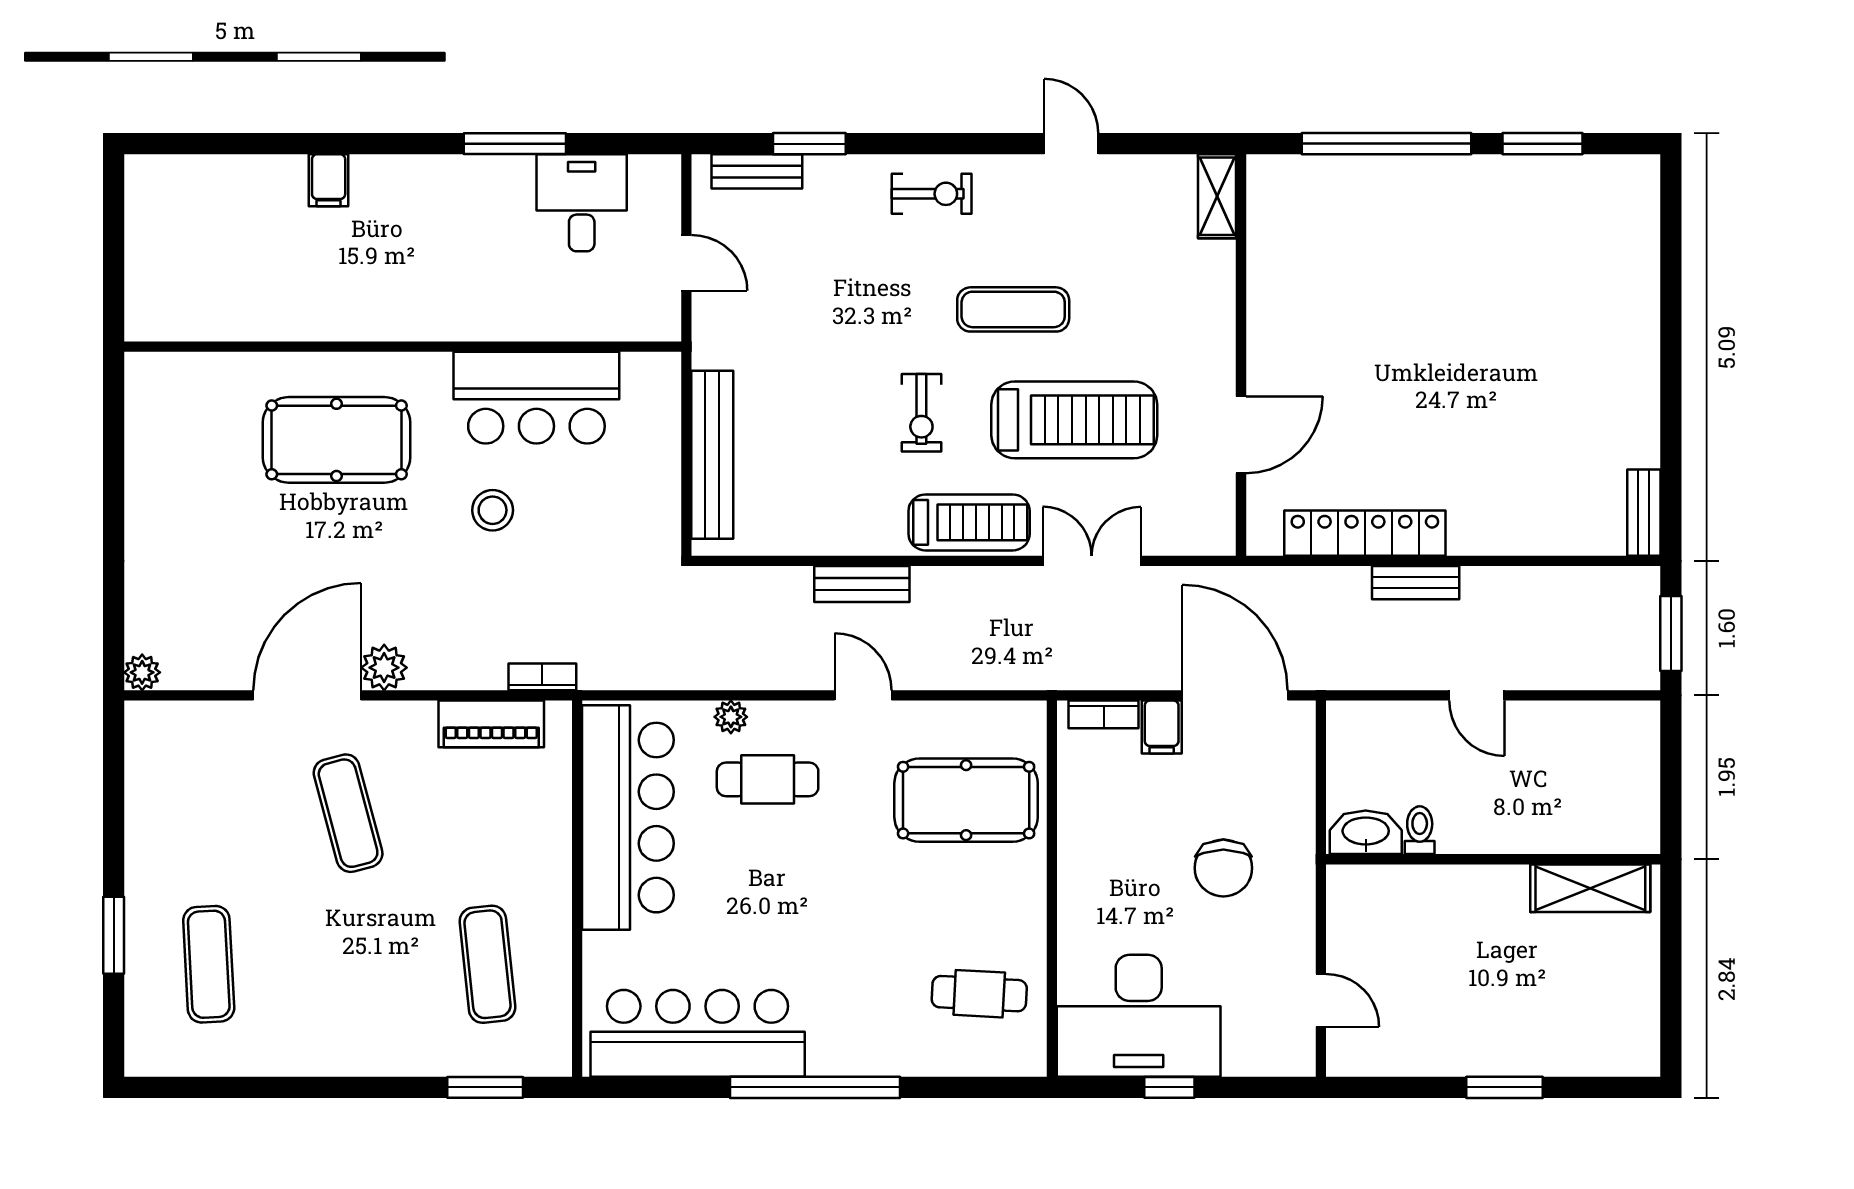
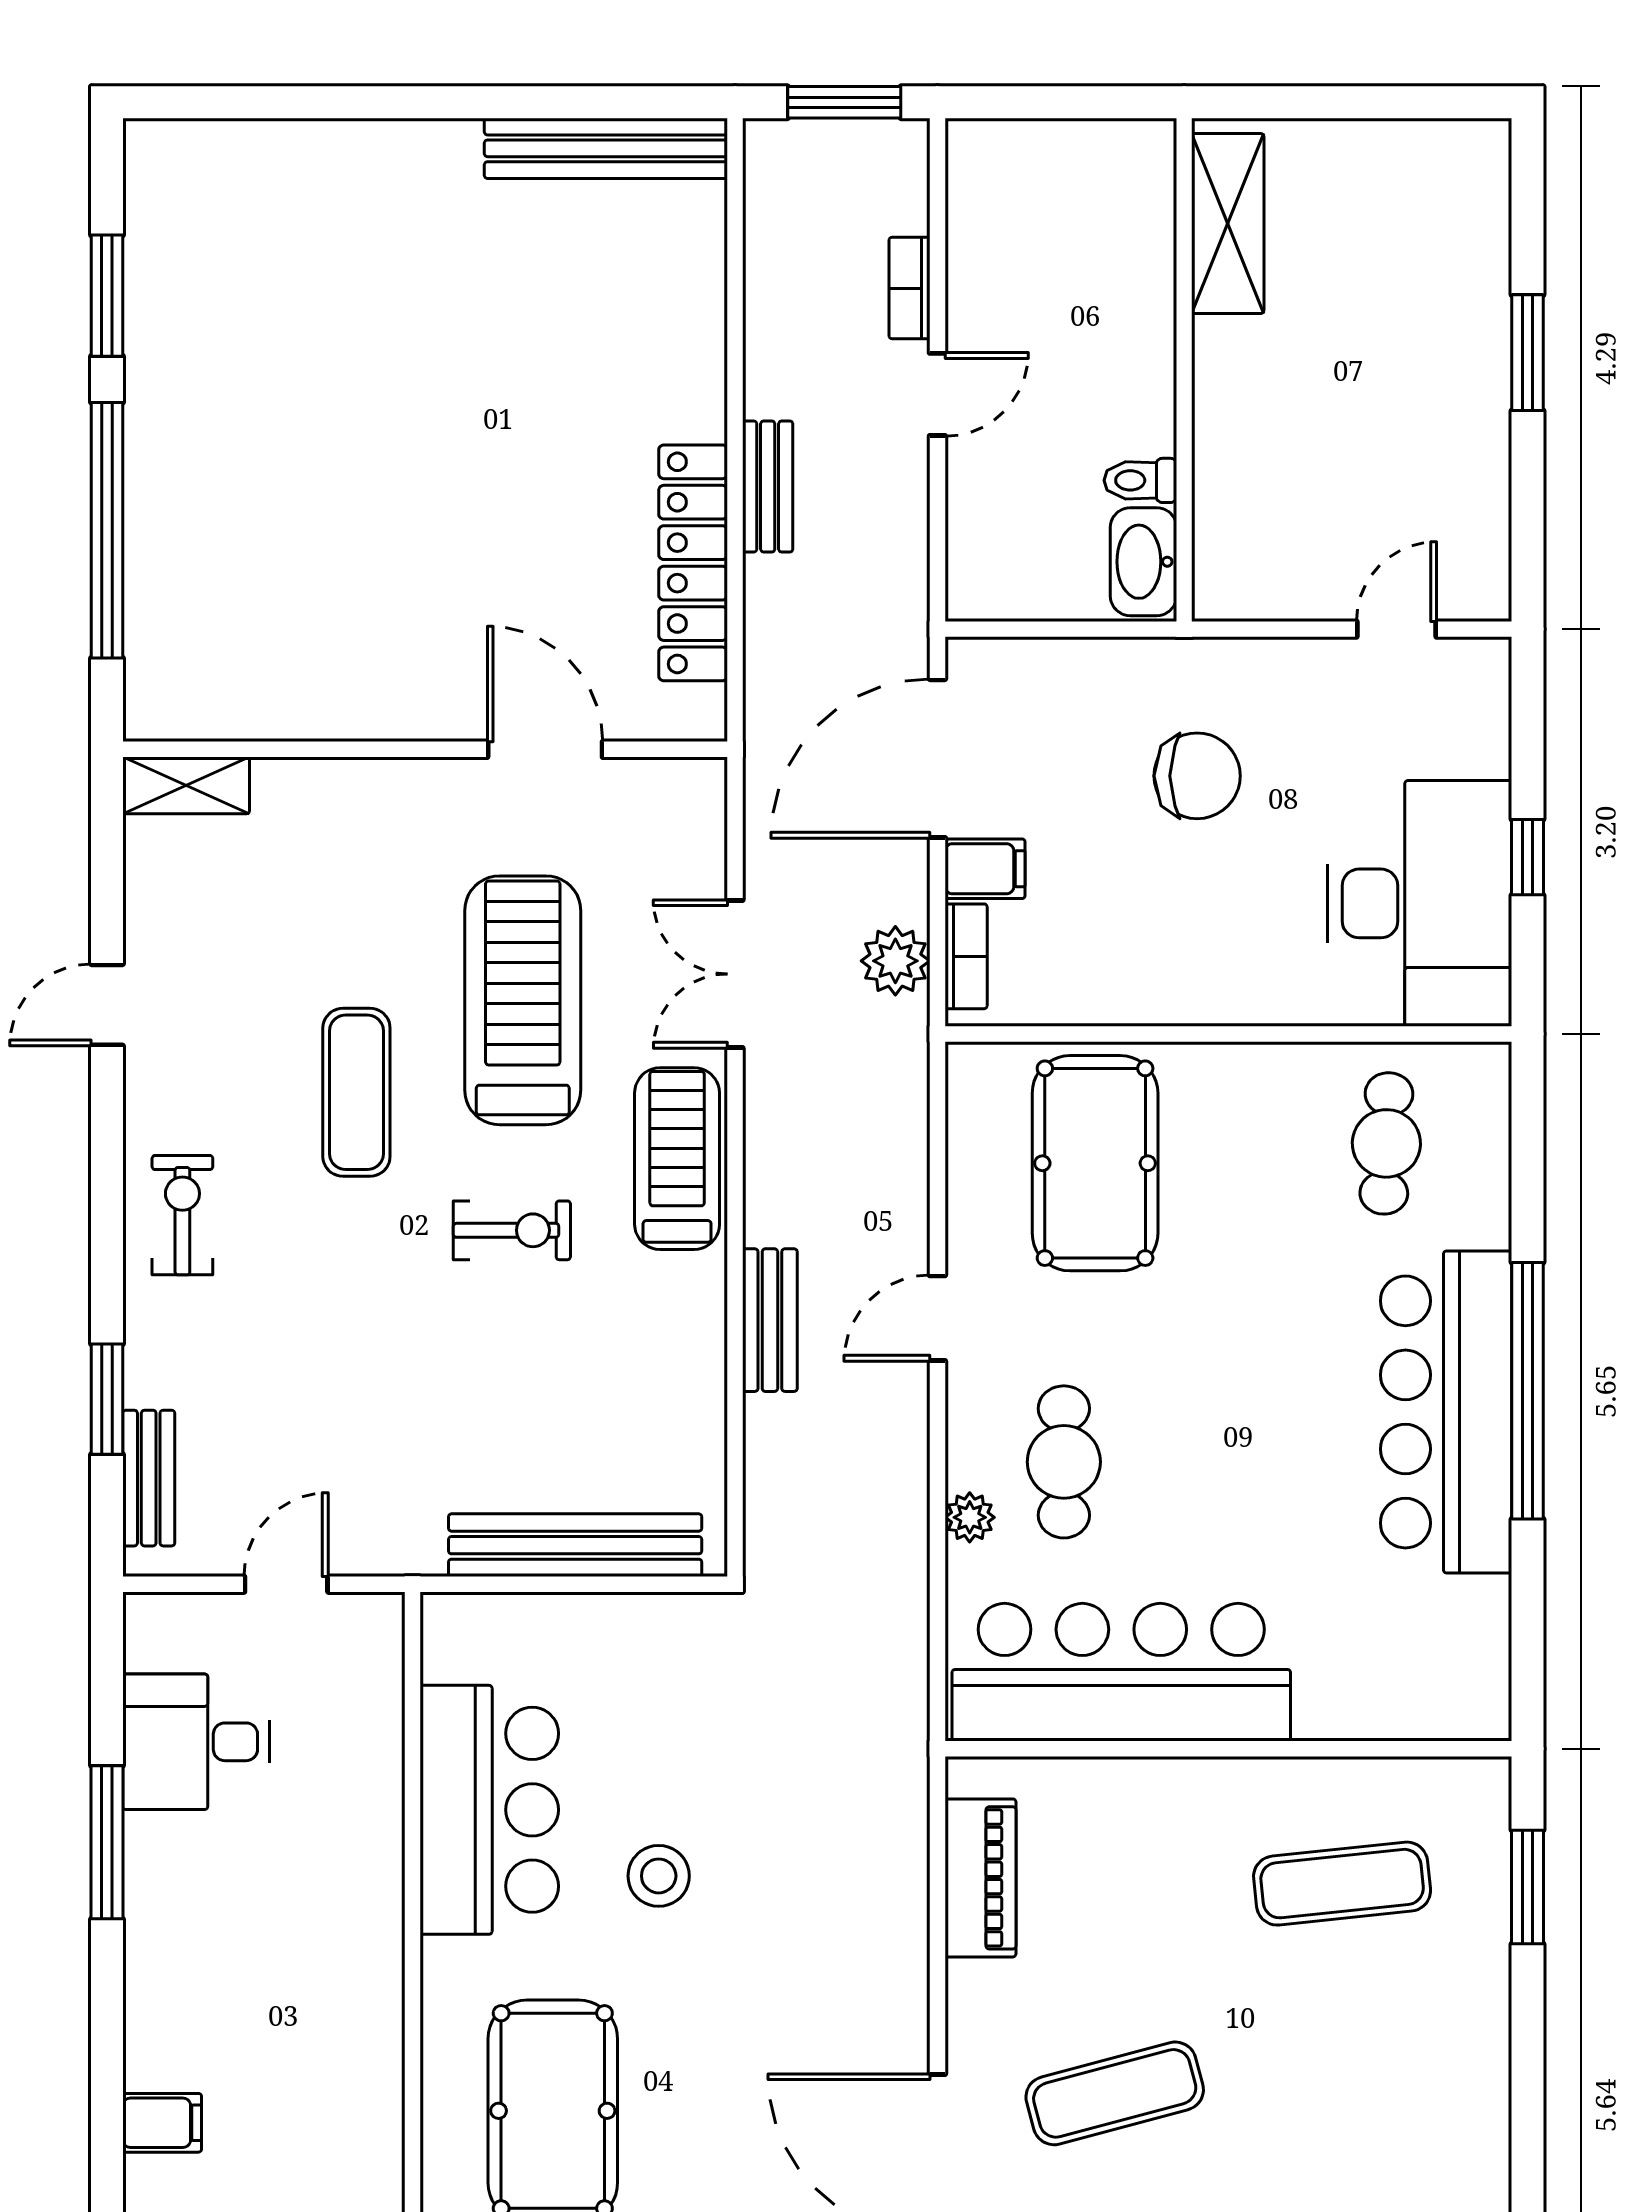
bench: (1644, 513) -> (606, 148), width x1.86, depth x1.21
plant: (384, 668) -> (895, 961), moved
bookcase: (542, 677) -> (909, 288), moved
bar counter: (698, 1033) -> (1446, 1412), moved

